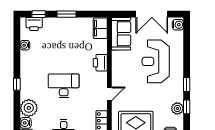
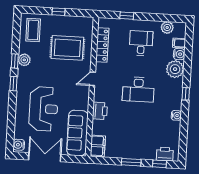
sofa: (121, 34) -> (77, 133), width x1.36
water cooler: (25, 45) -> (176, 115), moved

